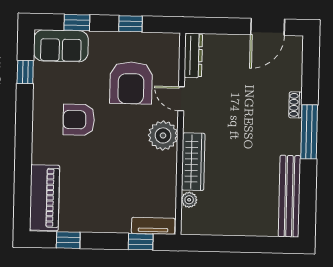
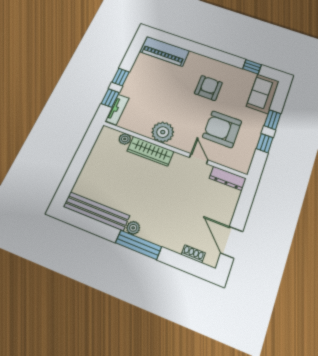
window: (77, 23) -> (272, 120), moved
door: (181, 99) -> (199, 159), hinge flipped
shoe rack: (295, 105) -> (193, 254), moved
plant: (163, 135) -> (163, 132), moved
plant: (293, 146) -> (133, 228), added
window: (68, 240) -> (121, 77), moved

